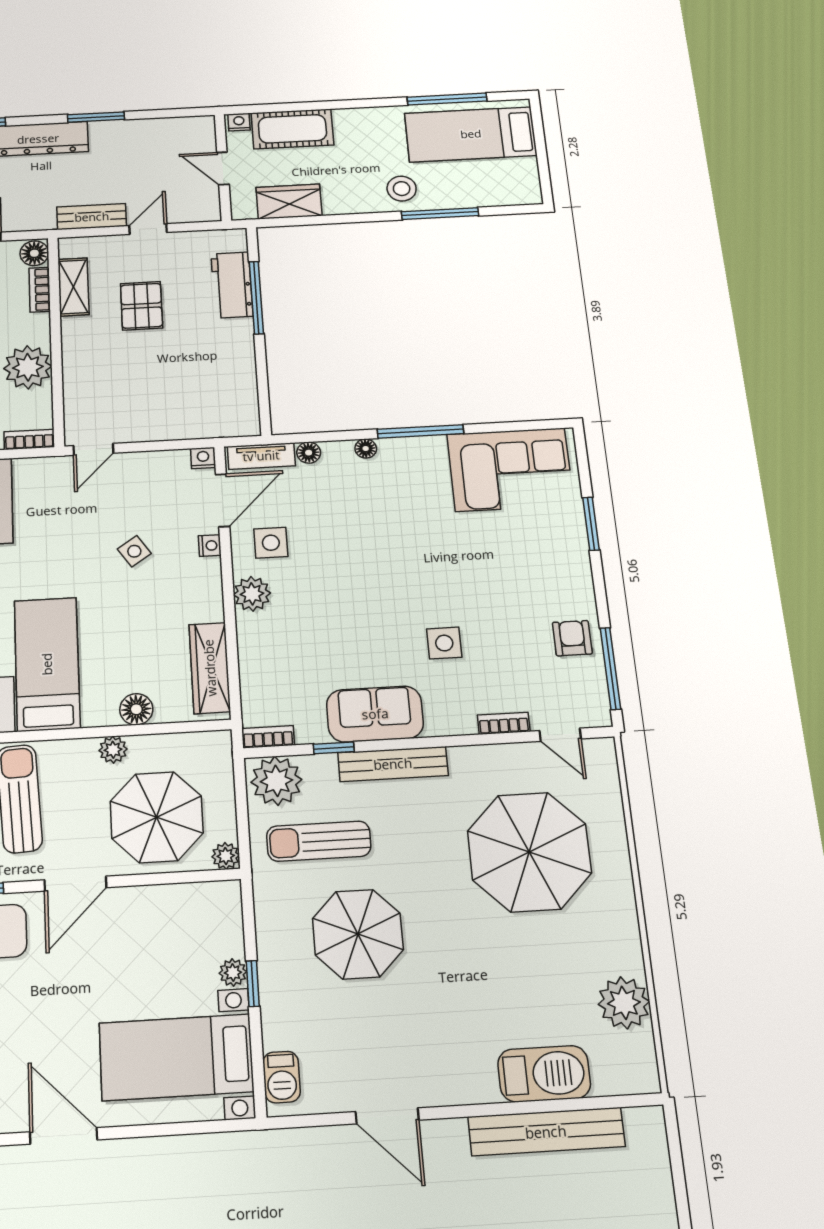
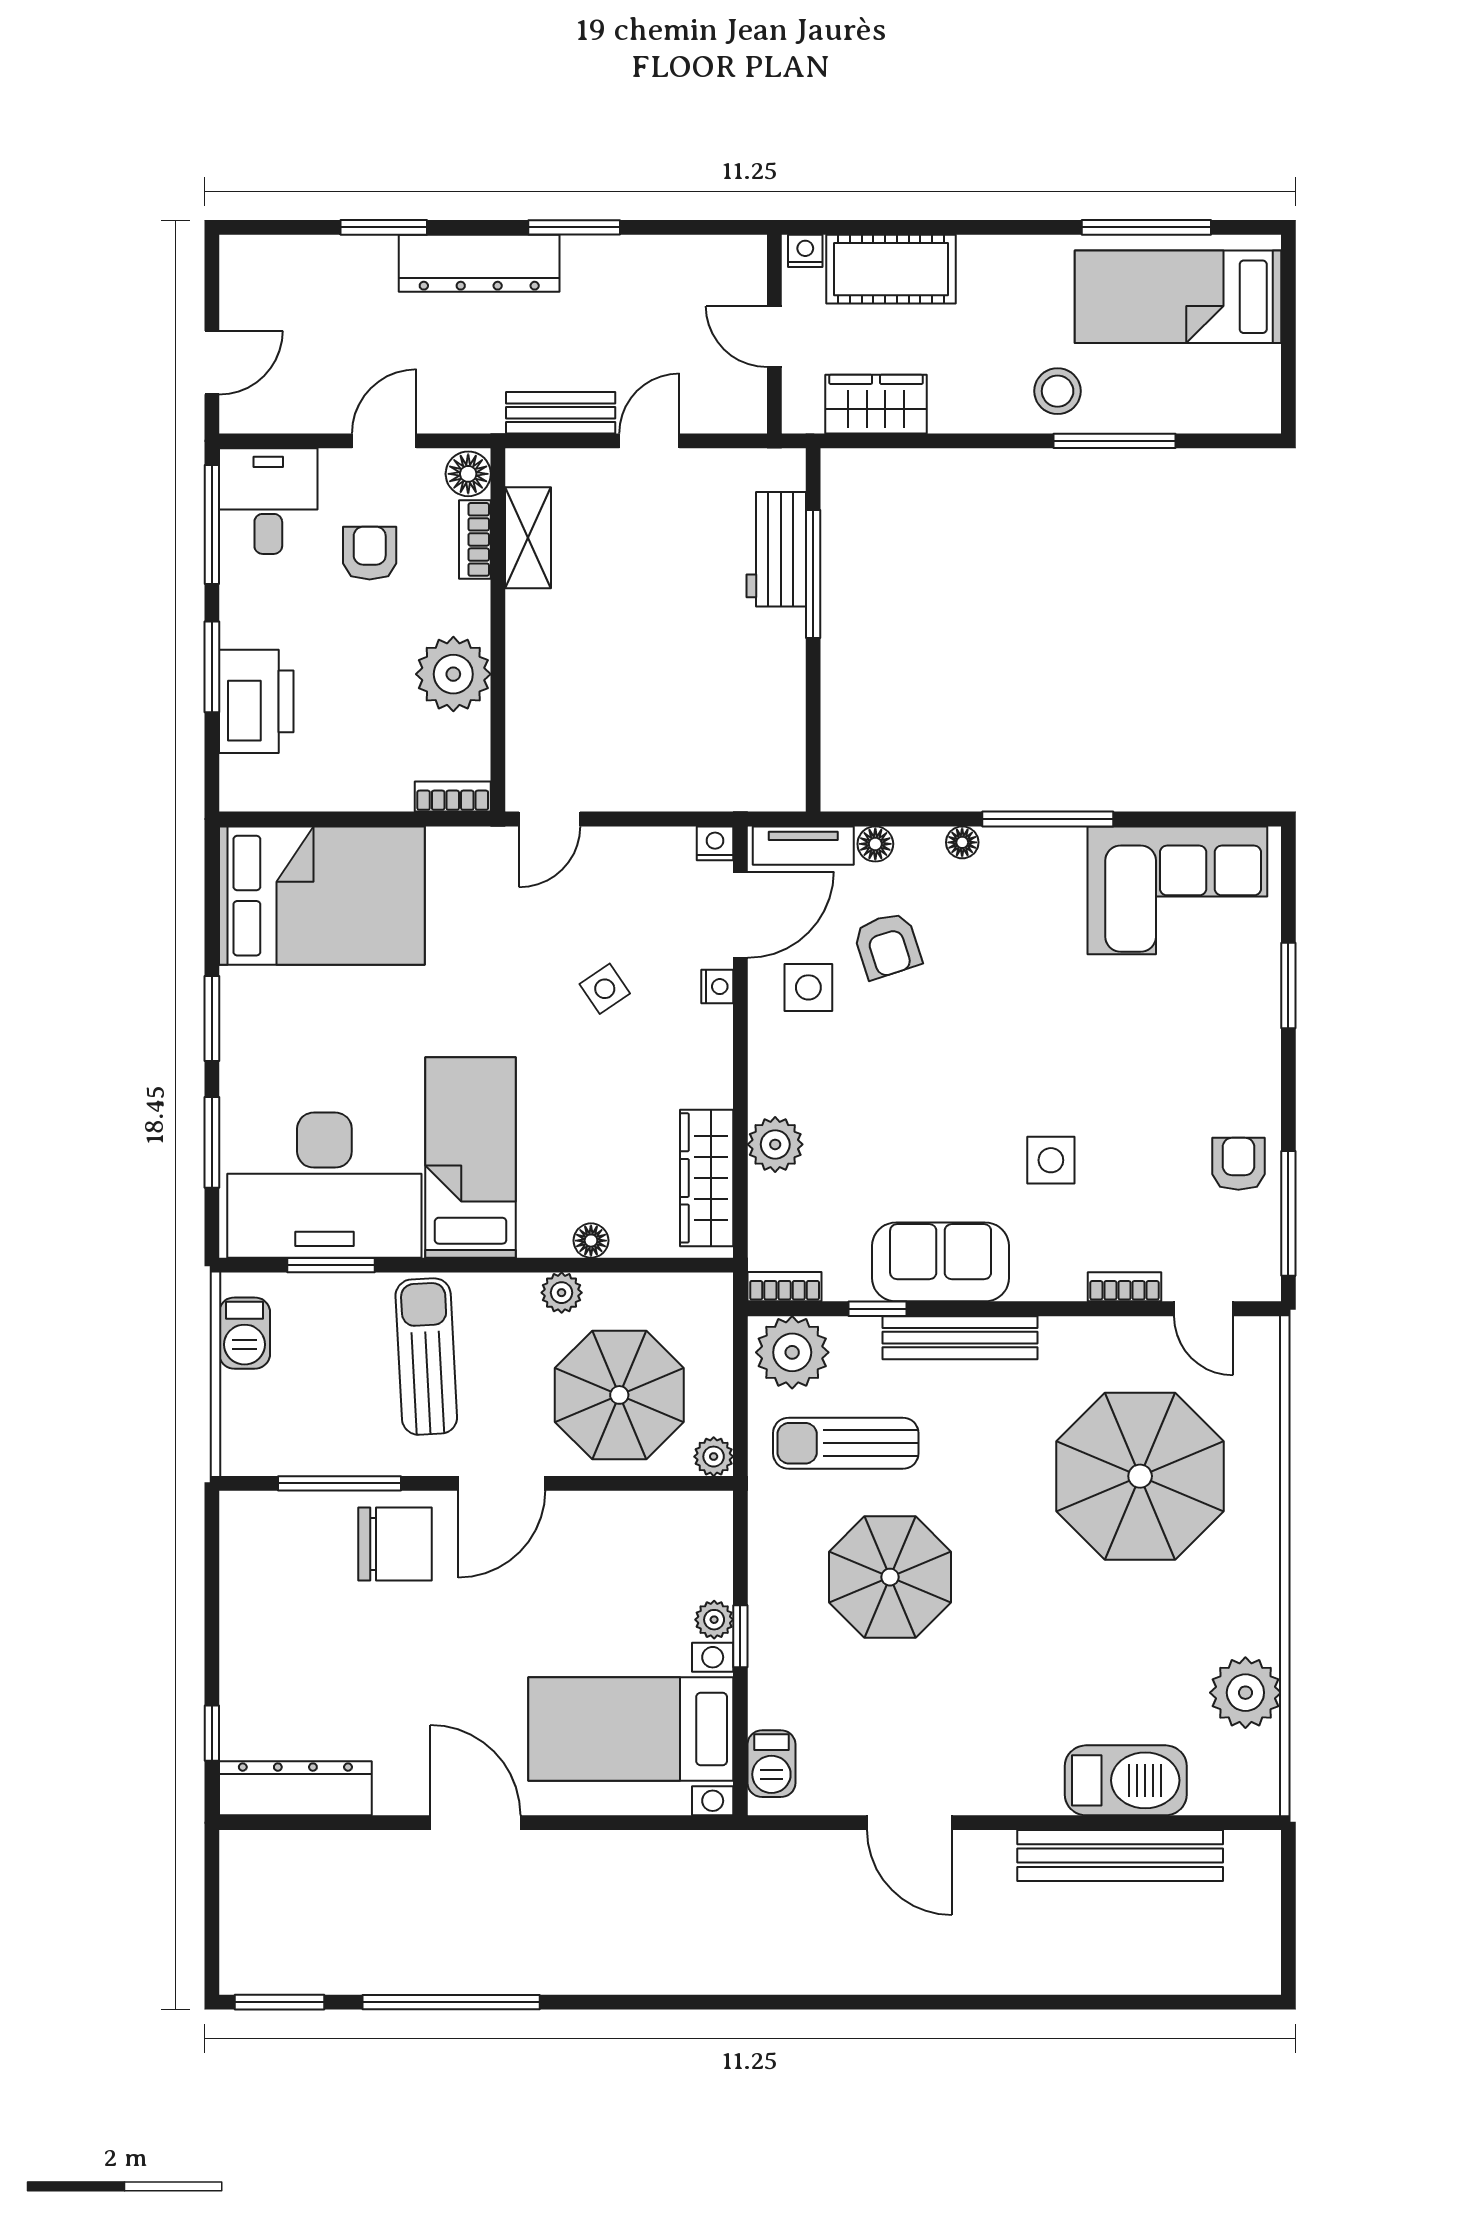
pallet: (141, 306) -> (633, 578), removed
armchair: (322, 514) -> (887, 946), added
plant: (252, 594) -> (775, 1144), moved
floor lamp: (136, 709) -> (591, 1241), width x0.73, depth x0.73

